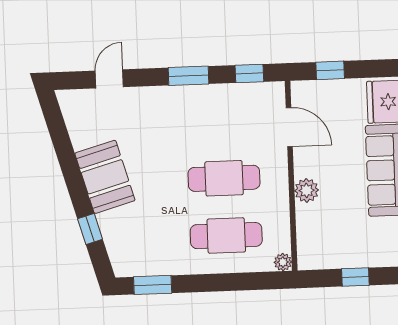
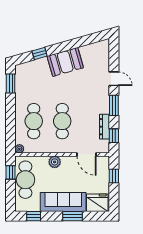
door: (109, 79) -> (114, 79), moved
dresser: (232, 93) -> (105, 127), added
door: (289, 127) -> (86, 155), hinge flipped
cafe table: (344, 248) -> (25, 180), added
window: (355, 277) -> (11, 172), moved

